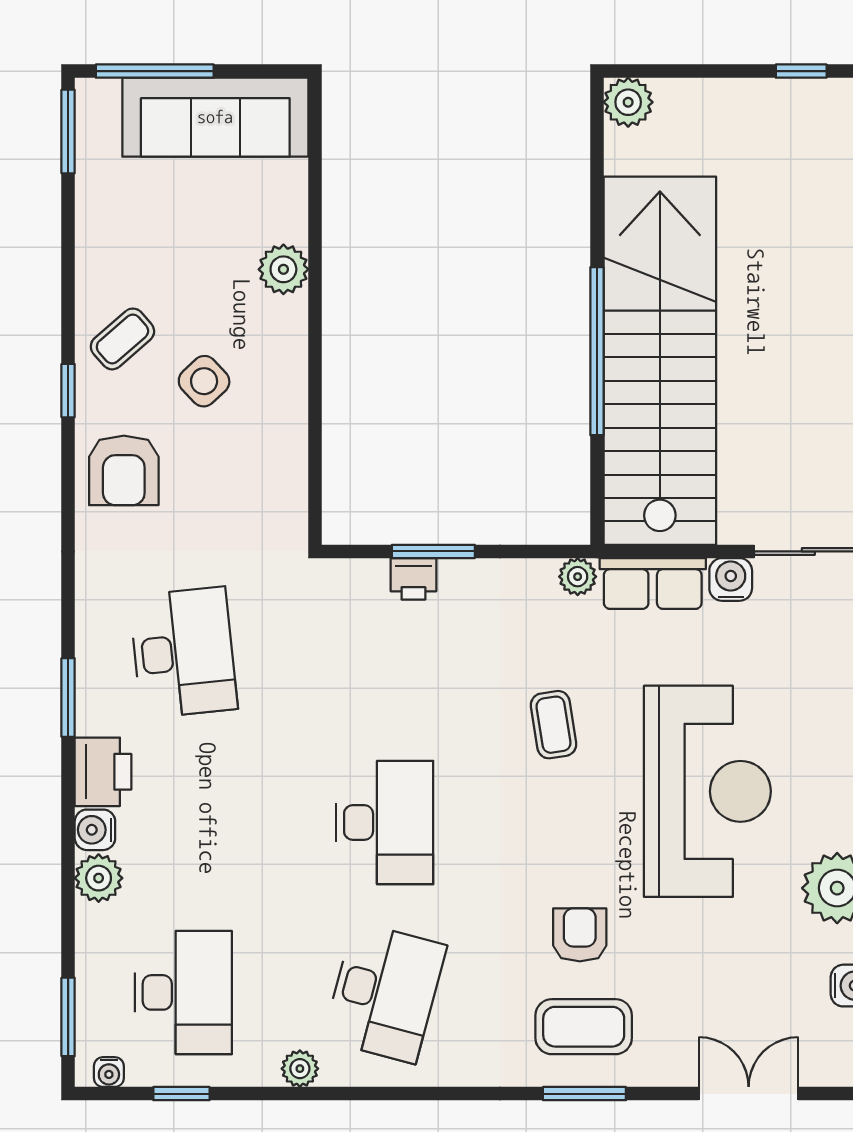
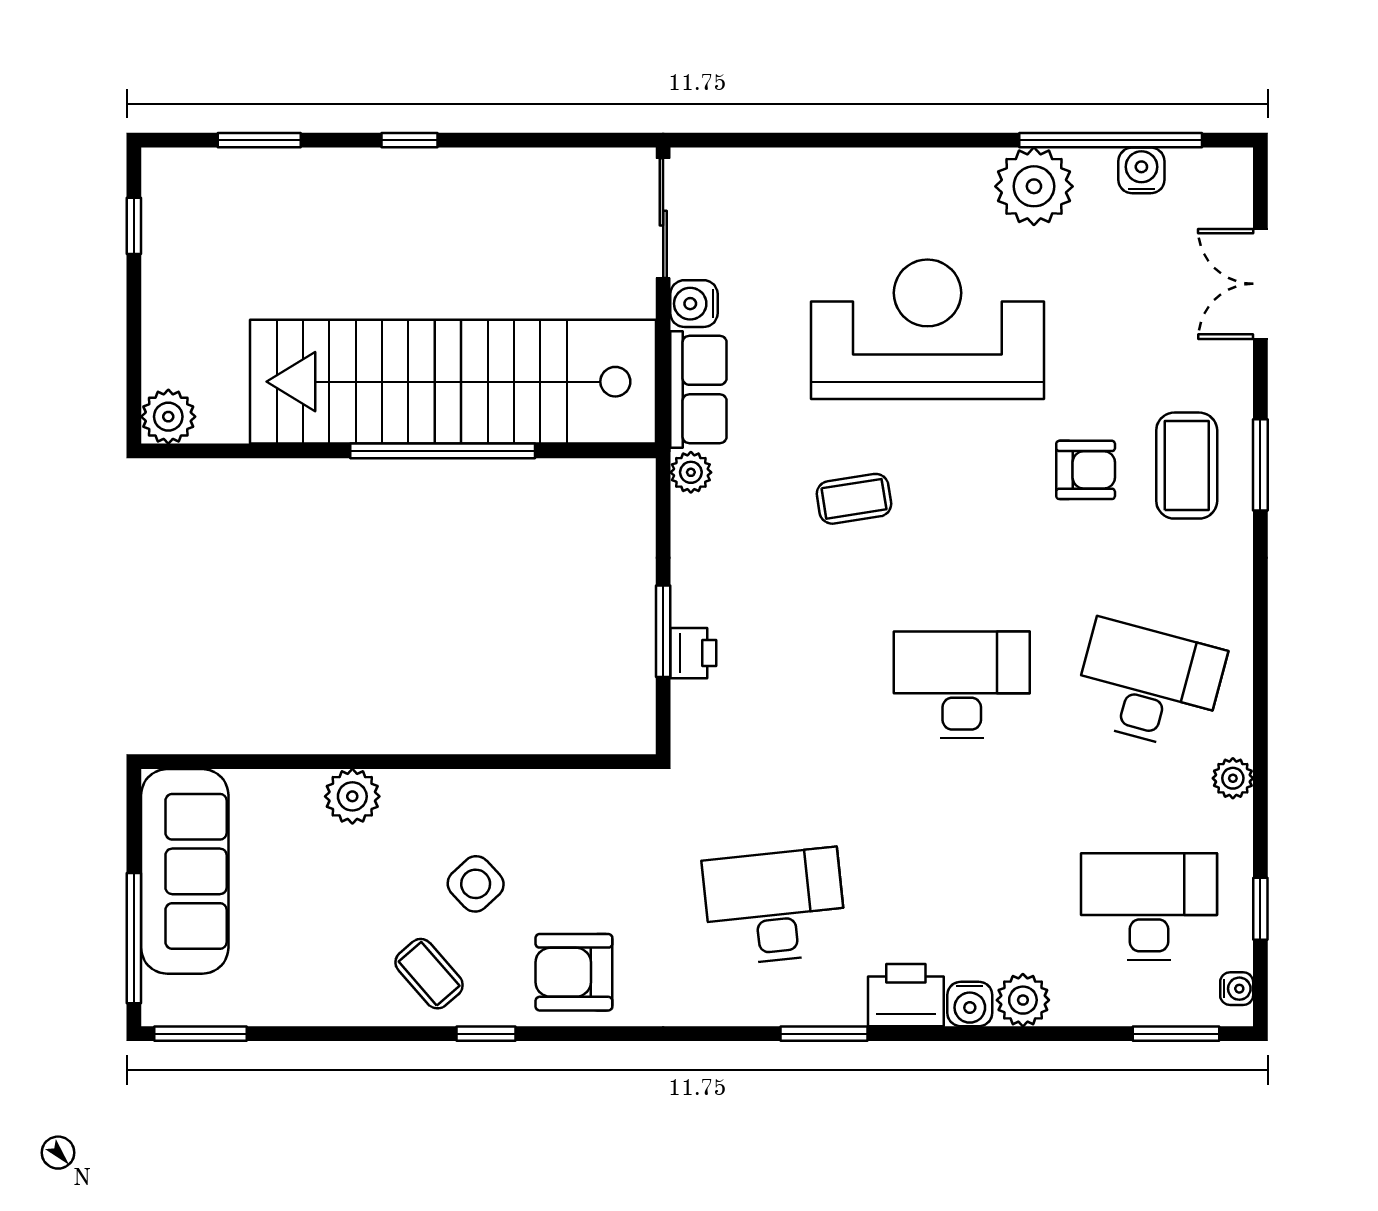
armchair: (124, 470) -> (574, 972), turned 180
armchair: (580, 935) -> (1086, 470), turned 180

